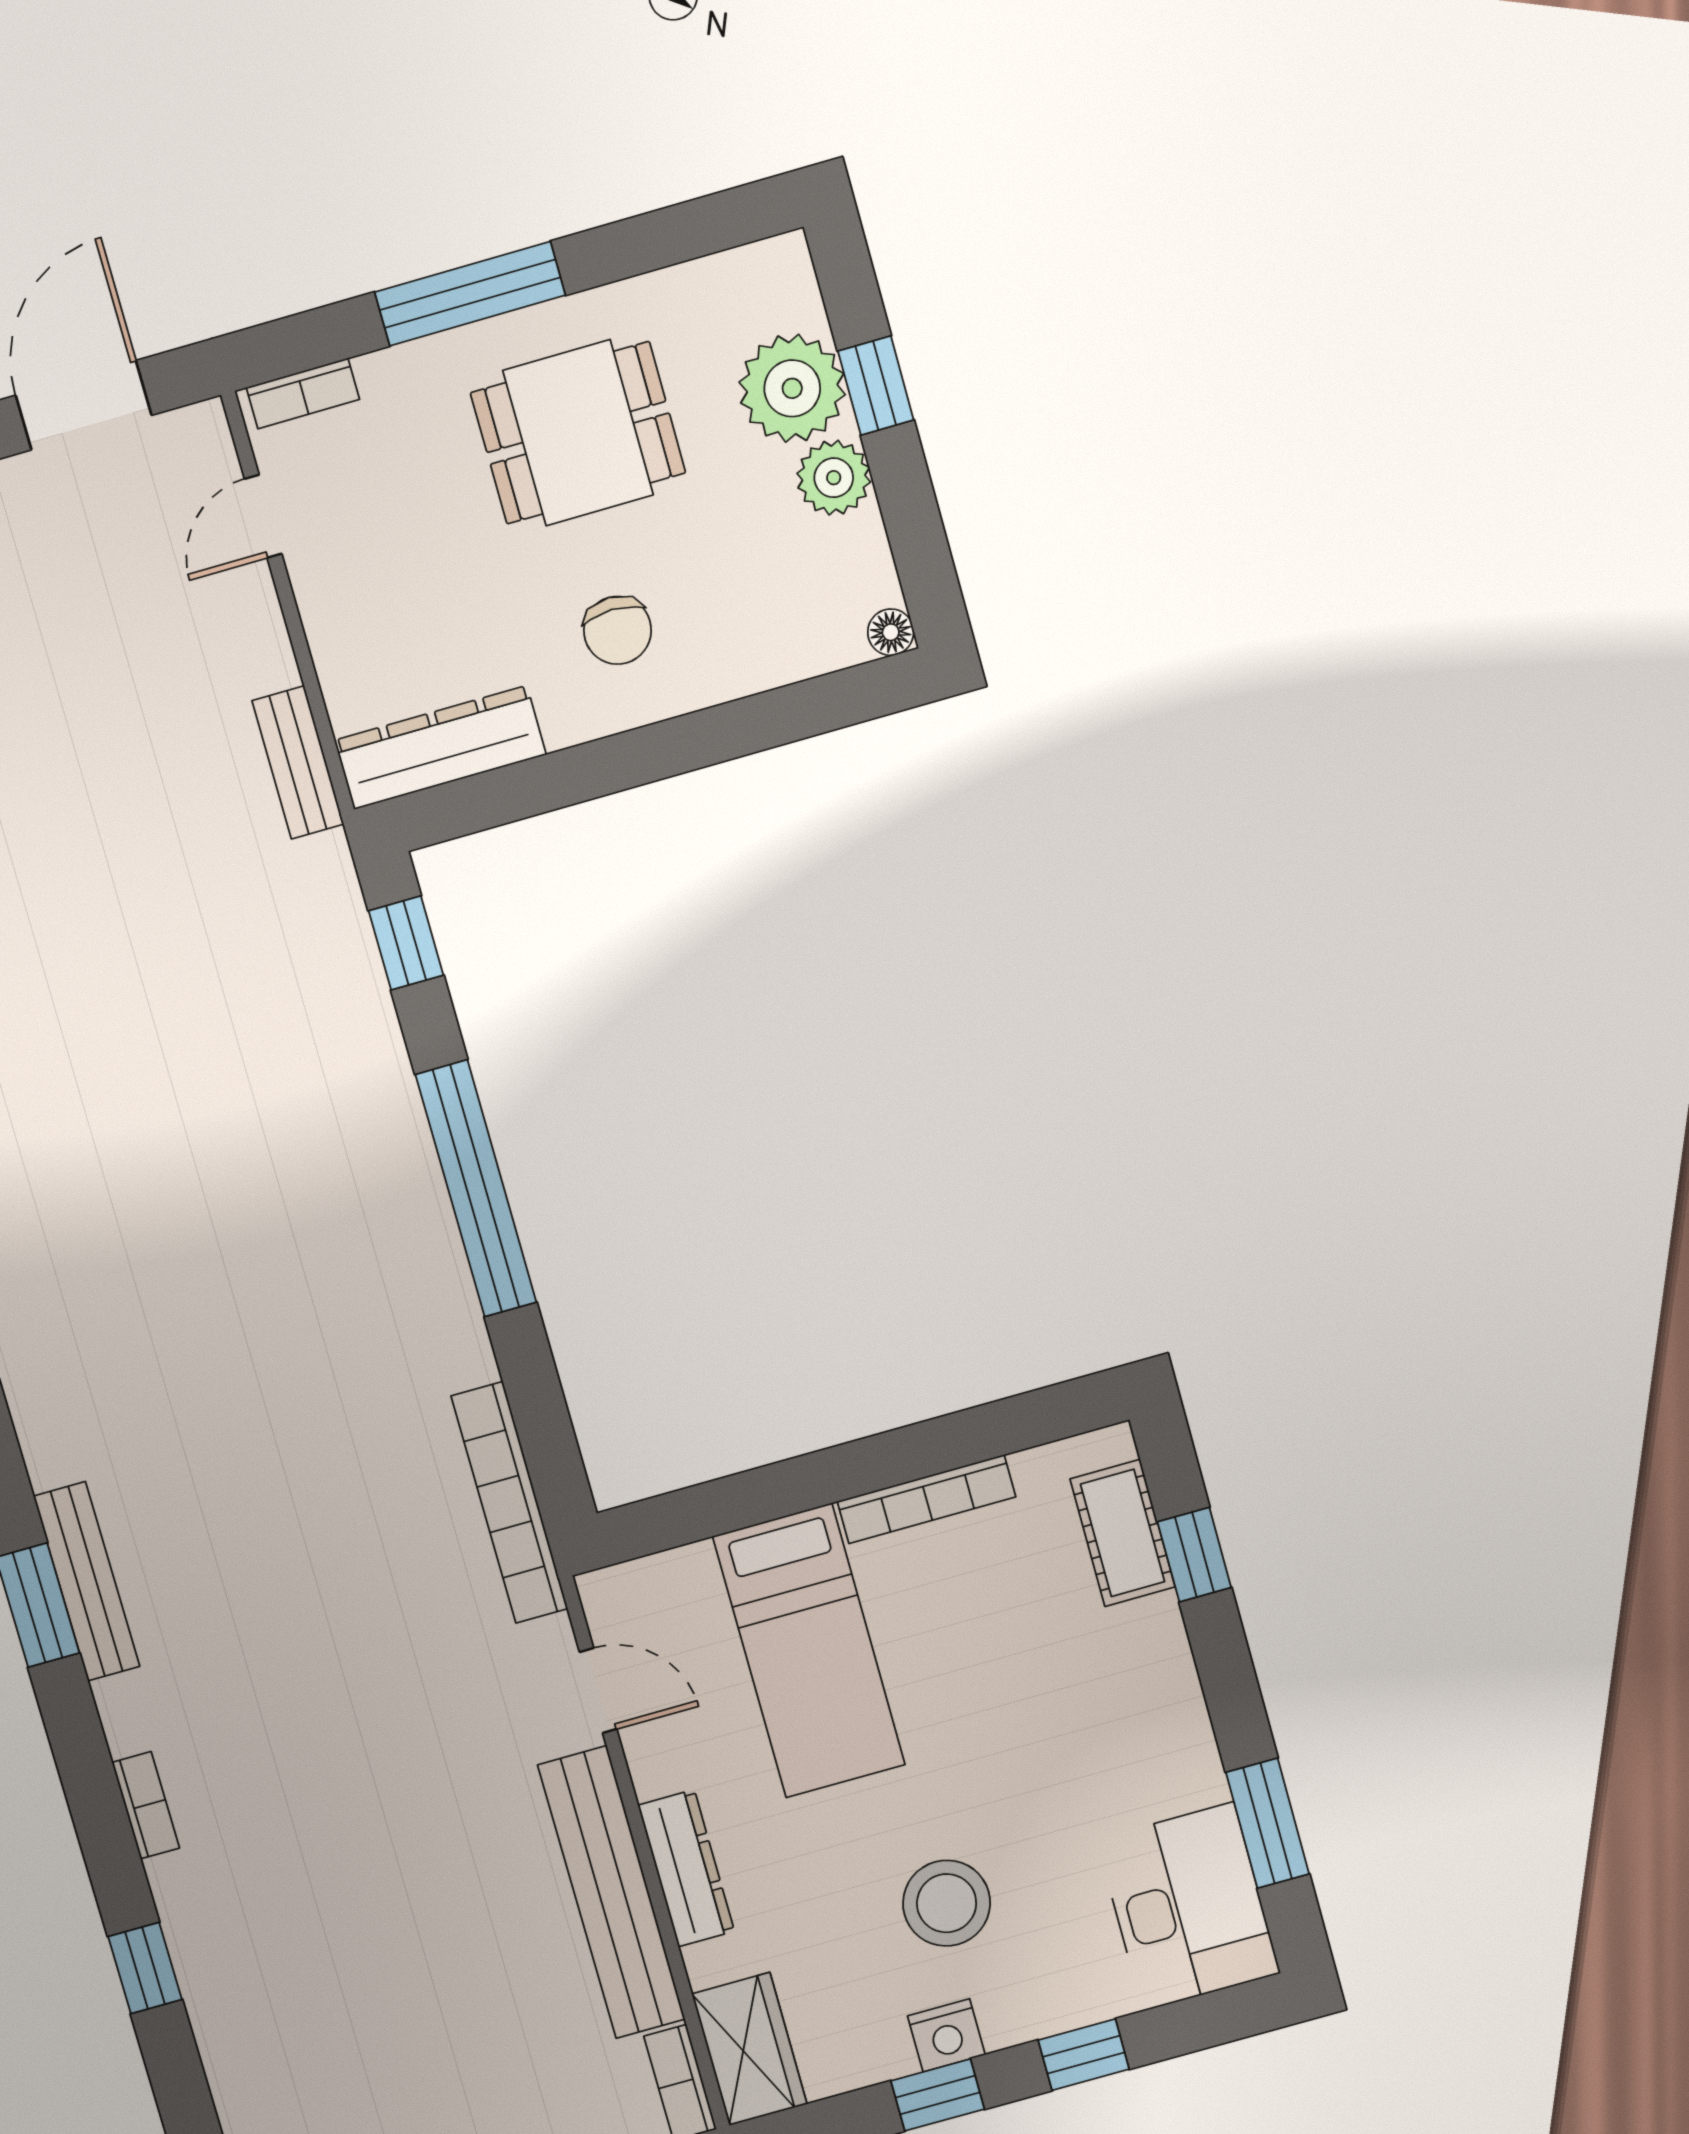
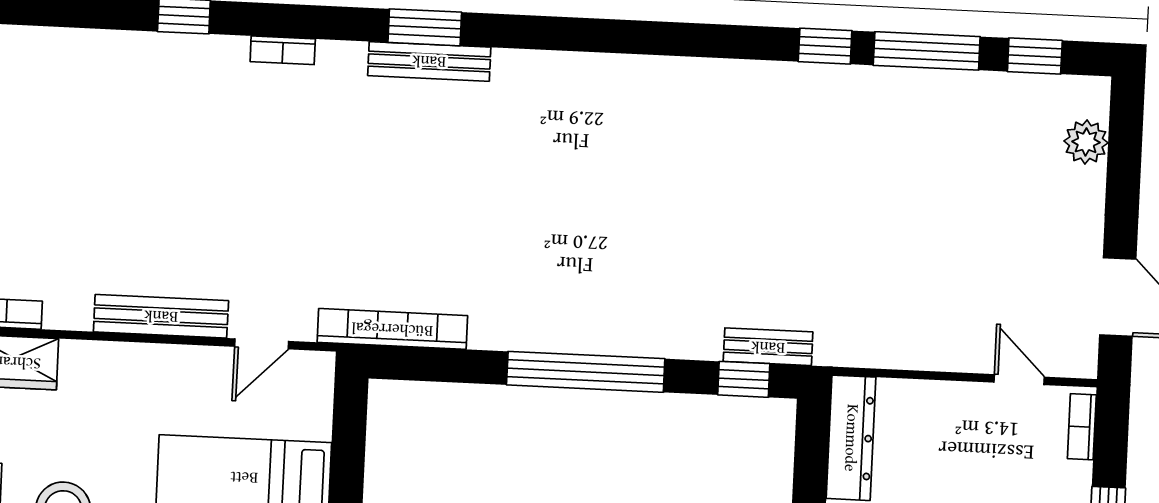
bench: (298, 762) -> (768, 347), moved
dresser: (686, 1868) -> (136, 361), removed
bench: (611, 1892) -> (161, 316), width x0.73, depth x0.82

